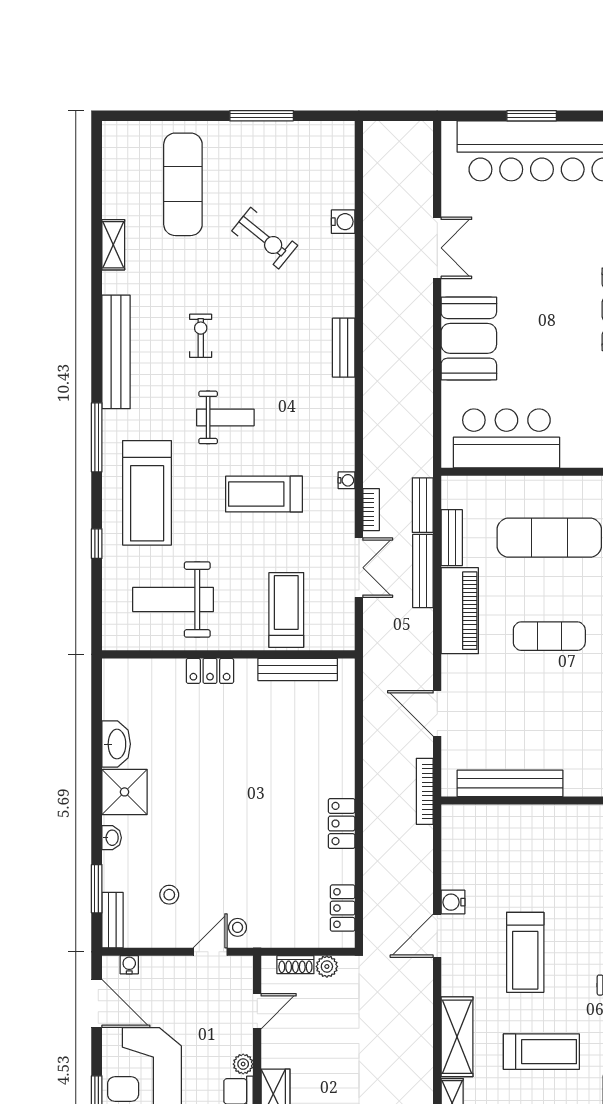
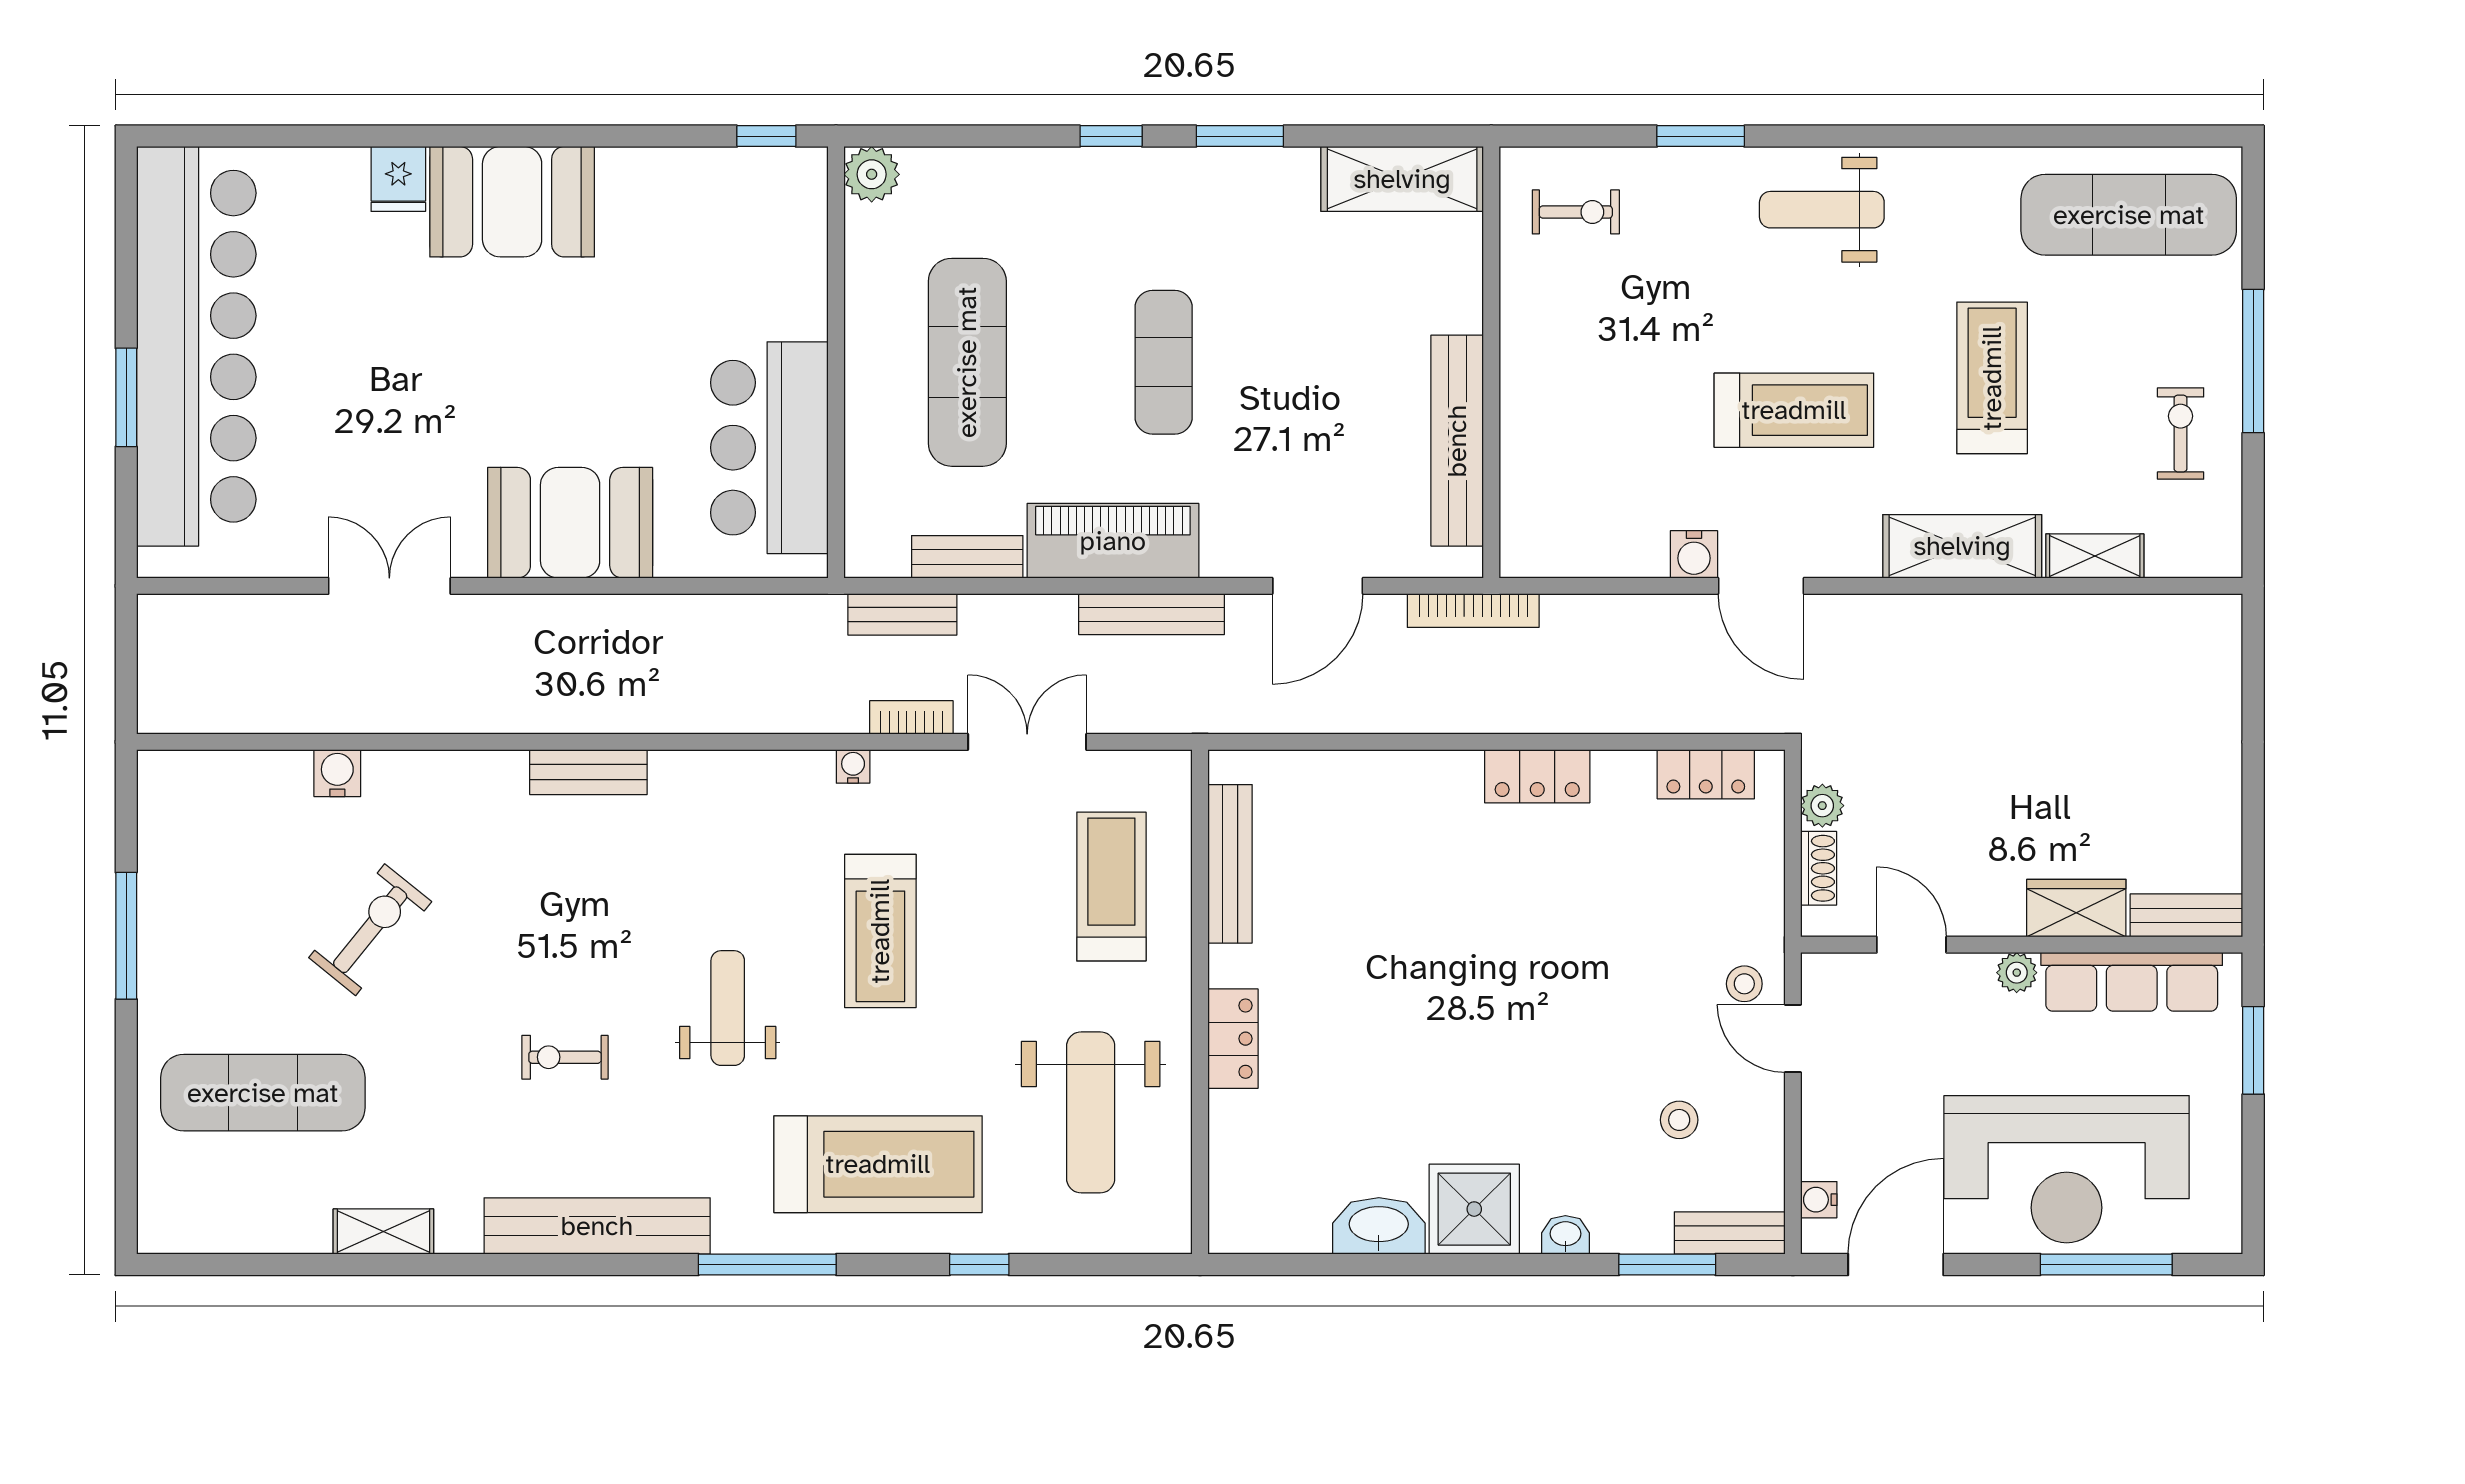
bench: (423, 571) -> (1152, 614), moved
treadmill: (286, 610) -> (1111, 887), turned 90

